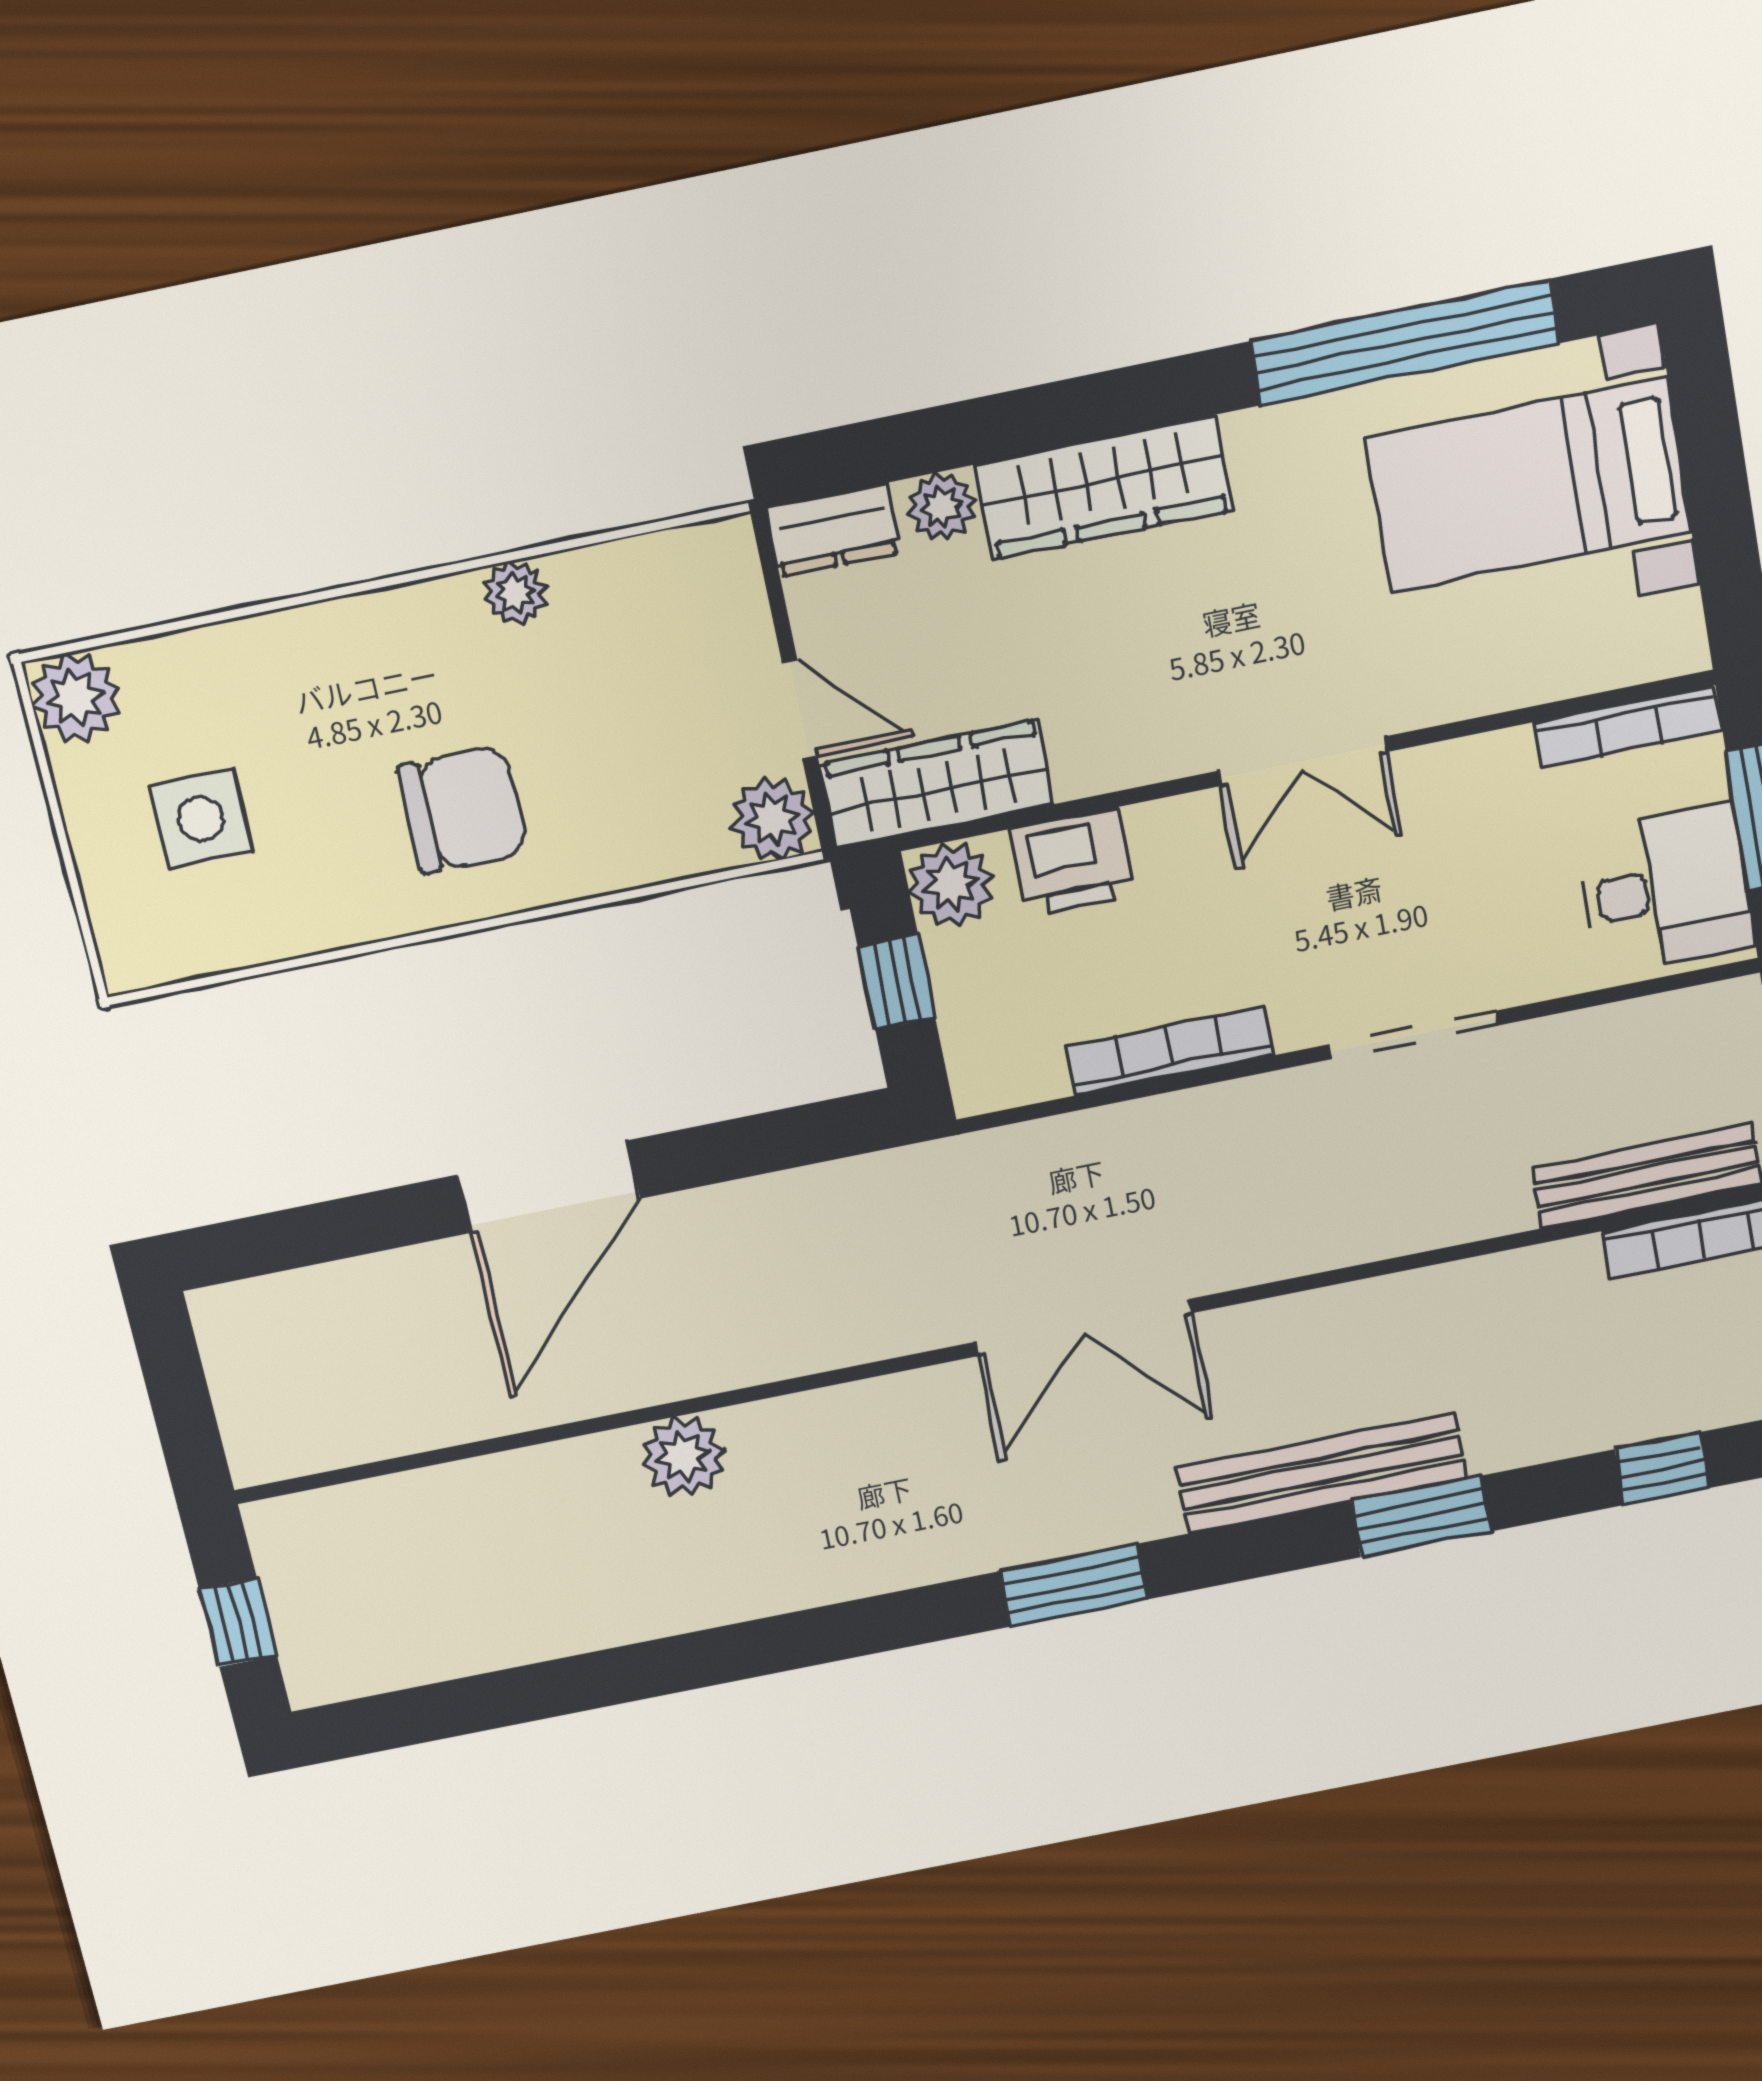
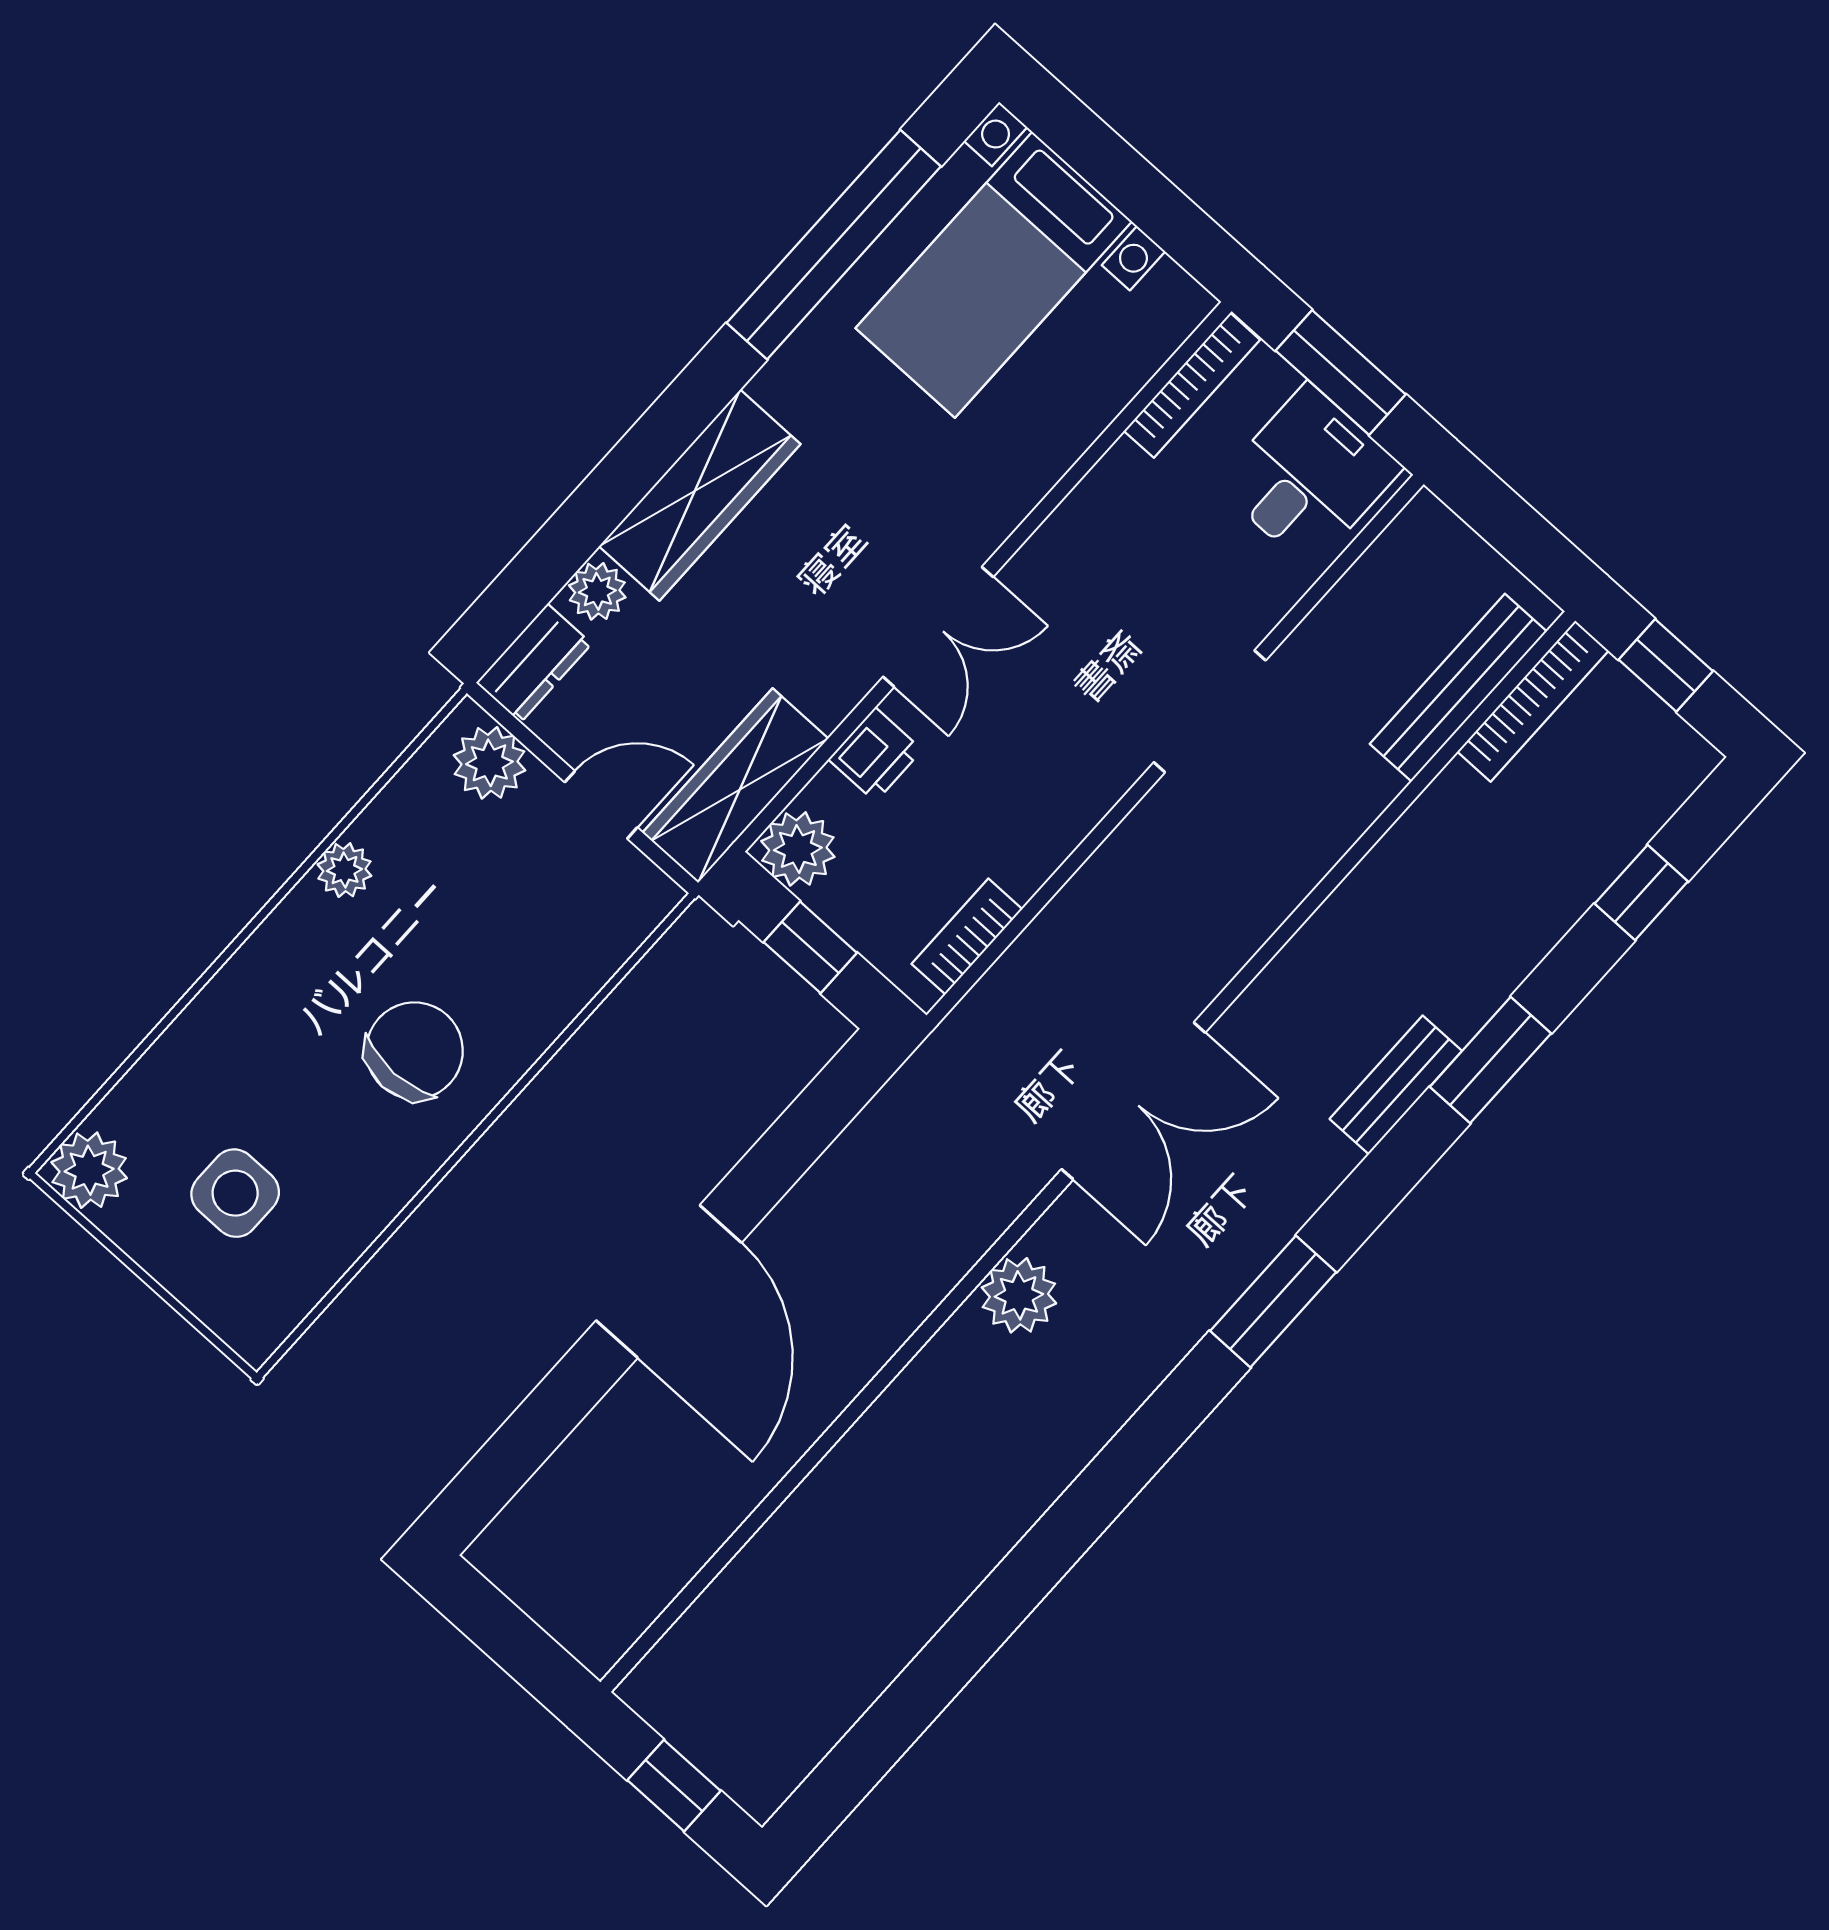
double door: (1302, 761) -> (938, 627), moved
plant: (772, 819) -> (489, 763), moved
printer: (1073, 862) -> (875, 755), width x0.73, depth x0.81
bookcase: (1169, 1051) -> (967, 936), moved, width x0.64
plant: (684, 1456) -> (1019, 1295), moved
bench: (1322, 1473) -> (1396, 1085), width x0.54, depth x0.82

